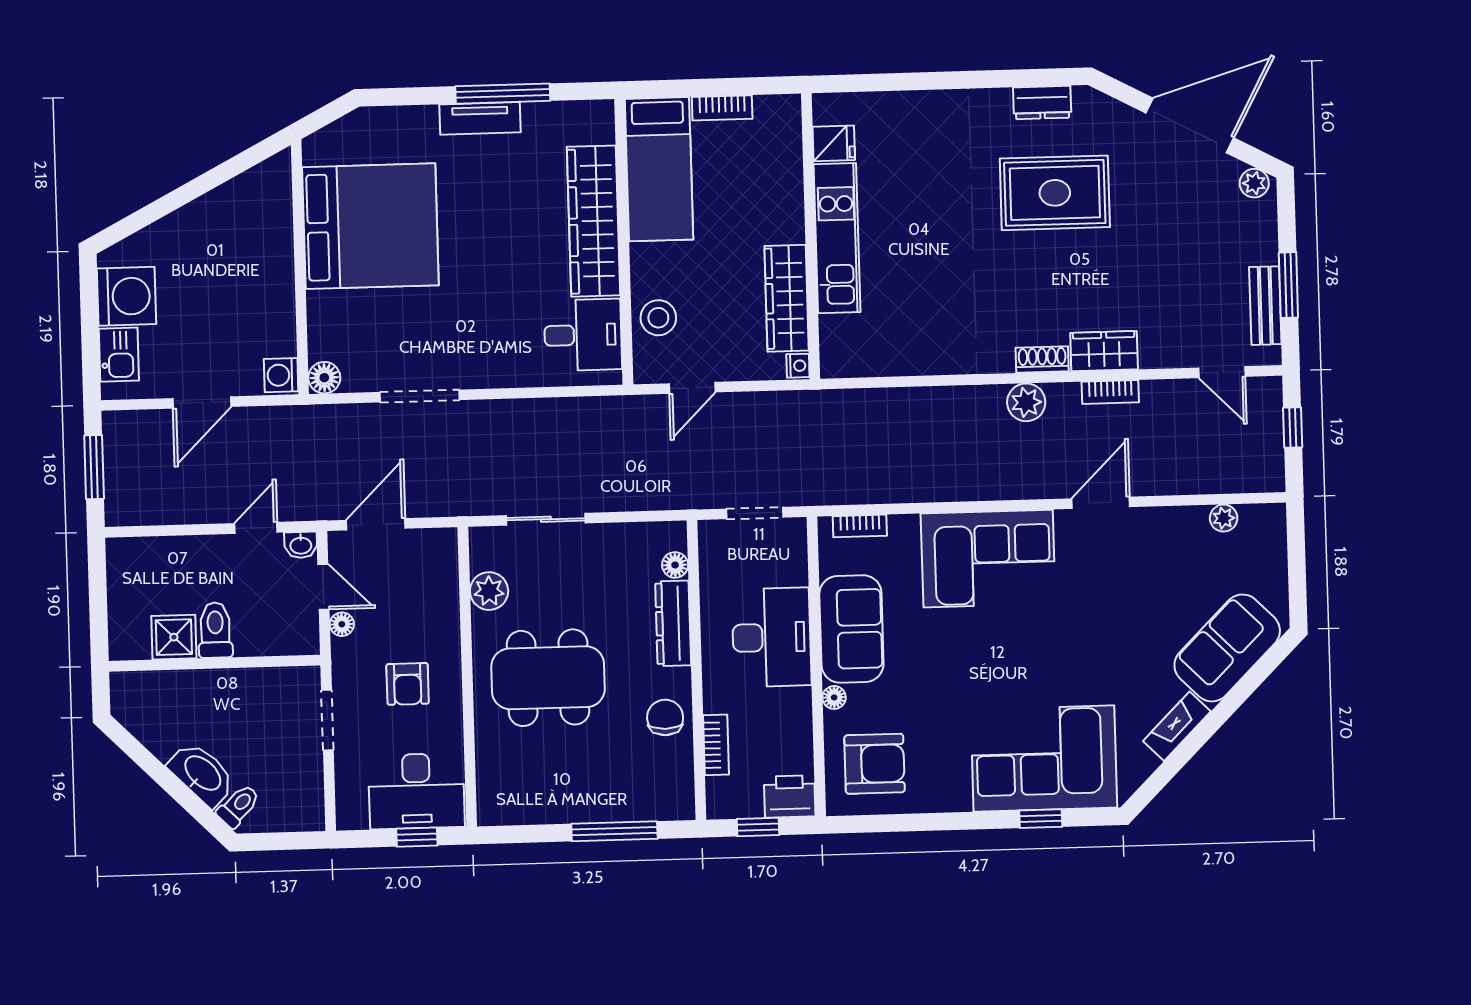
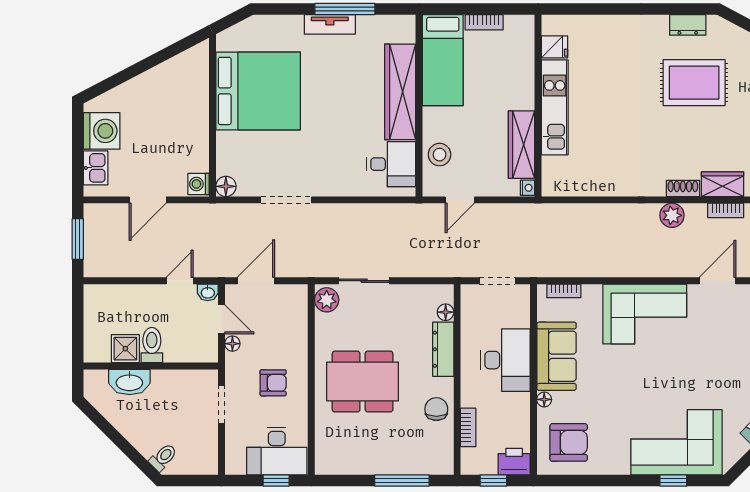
plant: (489, 591) -> (327, 300), moved
armchair: (408, 684) -> (273, 383), turned -90
washbasin: (202, 774) -> (129, 382), moved, turned 135

